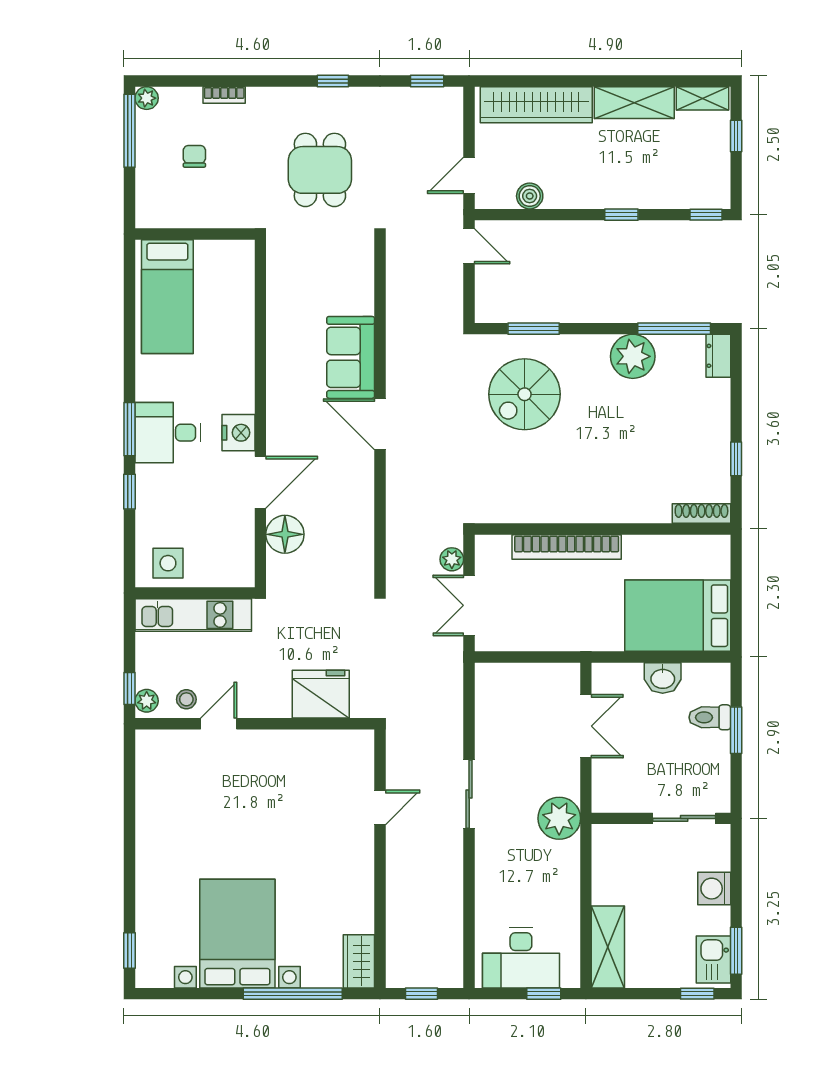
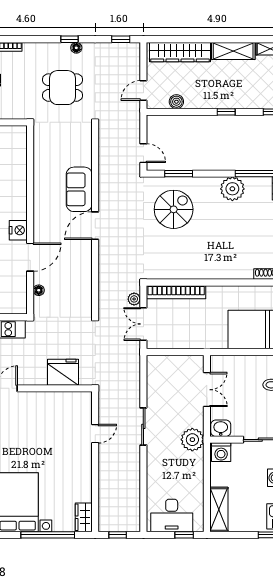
floor lamp: (345, 97) -> (76, 48), added
dining table: (320, 170) -> (63, 88), turned 90
door: (469, 246) -> (143, 153), moved
spiral stairs: (525, 394) -> (174, 209), turned 180
door: (380, 424) -> (95, 226), hinge flipped
floor lamp: (285, 534) -> (39, 290), width x0.53, depth x0.53
bookcase: (567, 547) -> (176, 292), moved
washbasin: (663, 678) -> (221, 428), moved, turned 180
washing machine: (612, 841) -> (221, 452), added

